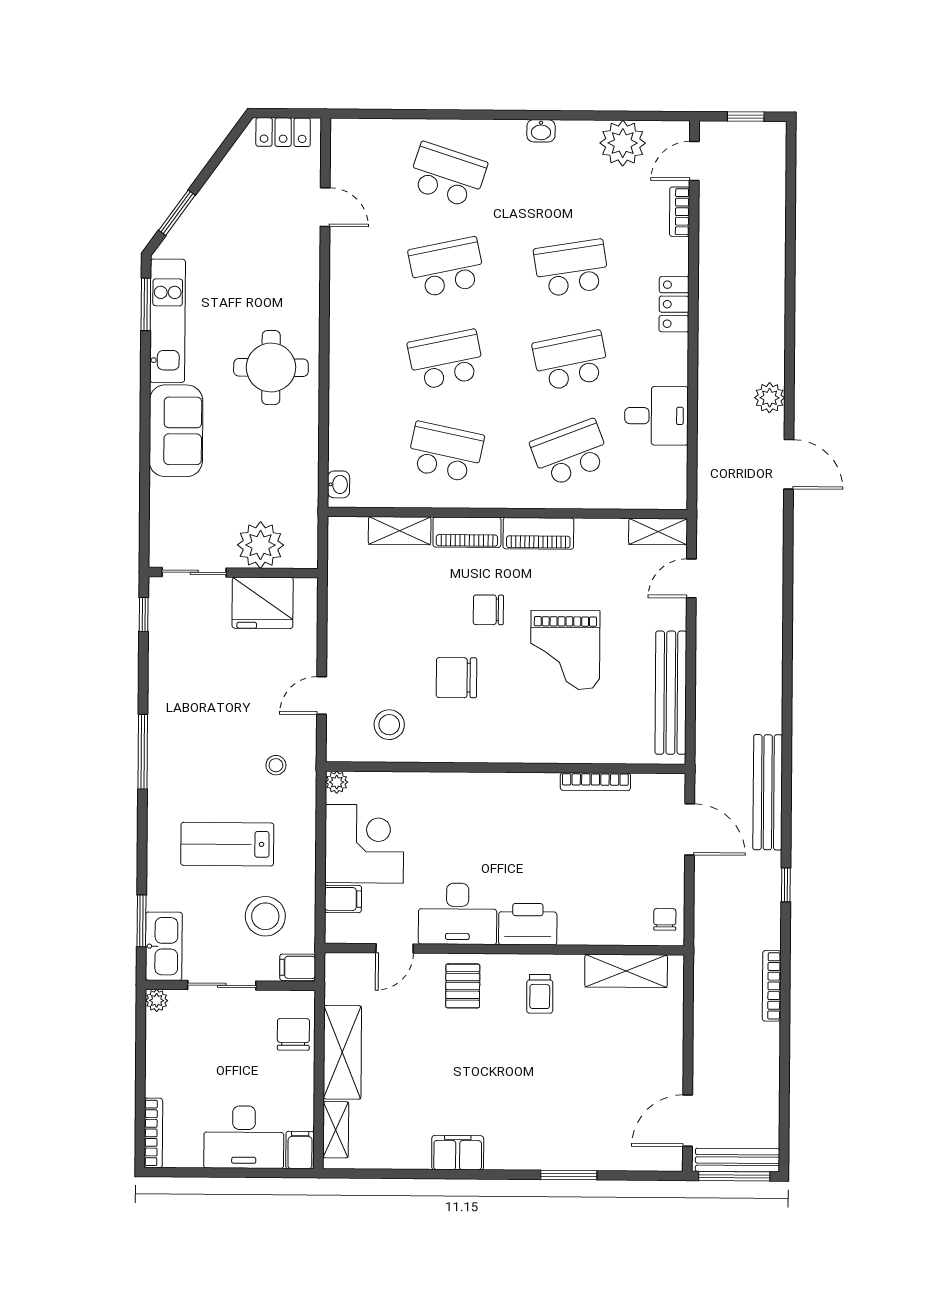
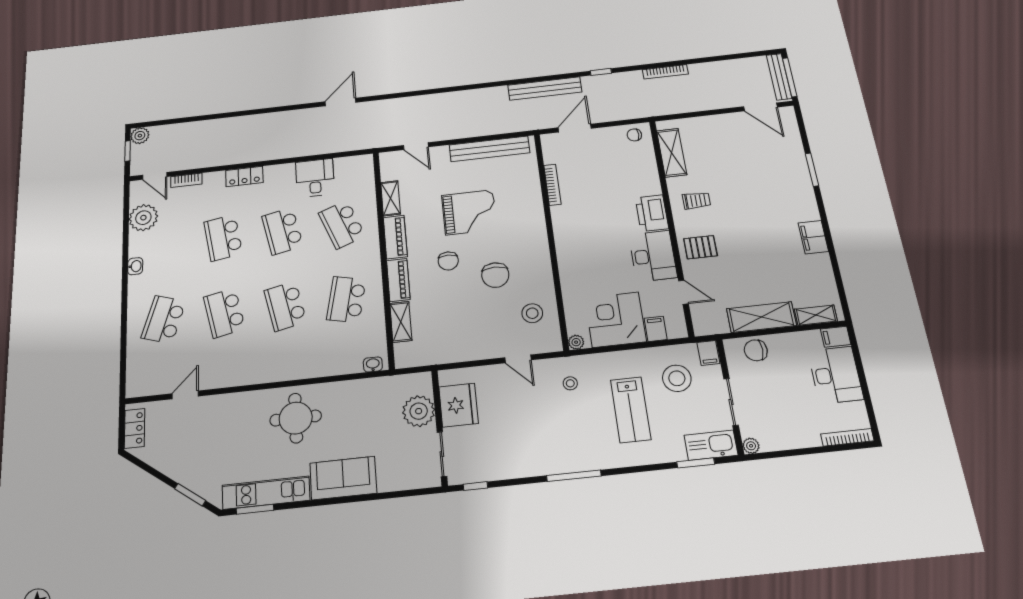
plant: (770, 398) -> (140, 136), moved
shelving: (658, 532) -> (391, 198), moved

